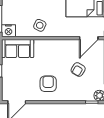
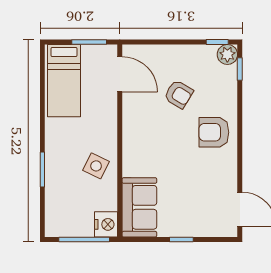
armchair: (48, 84) -> (214, 132), moved

